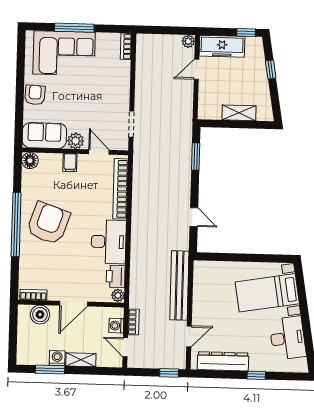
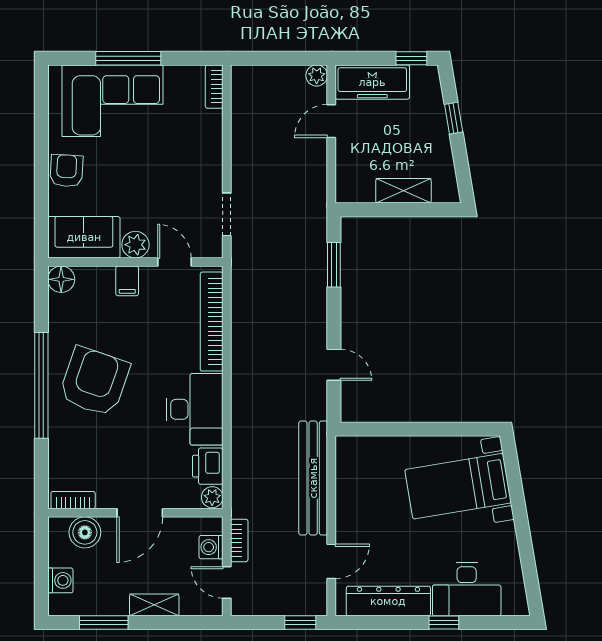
desk: (288, 338) -> (467, 589), moved, turned 100
washing machine: (57, 358) -> (60, 580), moved, turned 90

